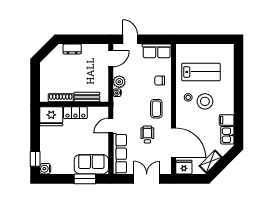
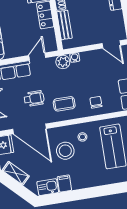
plant: (119, 82) -> (63, 62), moved
stool: (205, 101) -> (65, 151), moved
door: (111, 126) -> (37, 56), hinge flipped
door: (173, 143) -> (30, 129), hinge flipped

